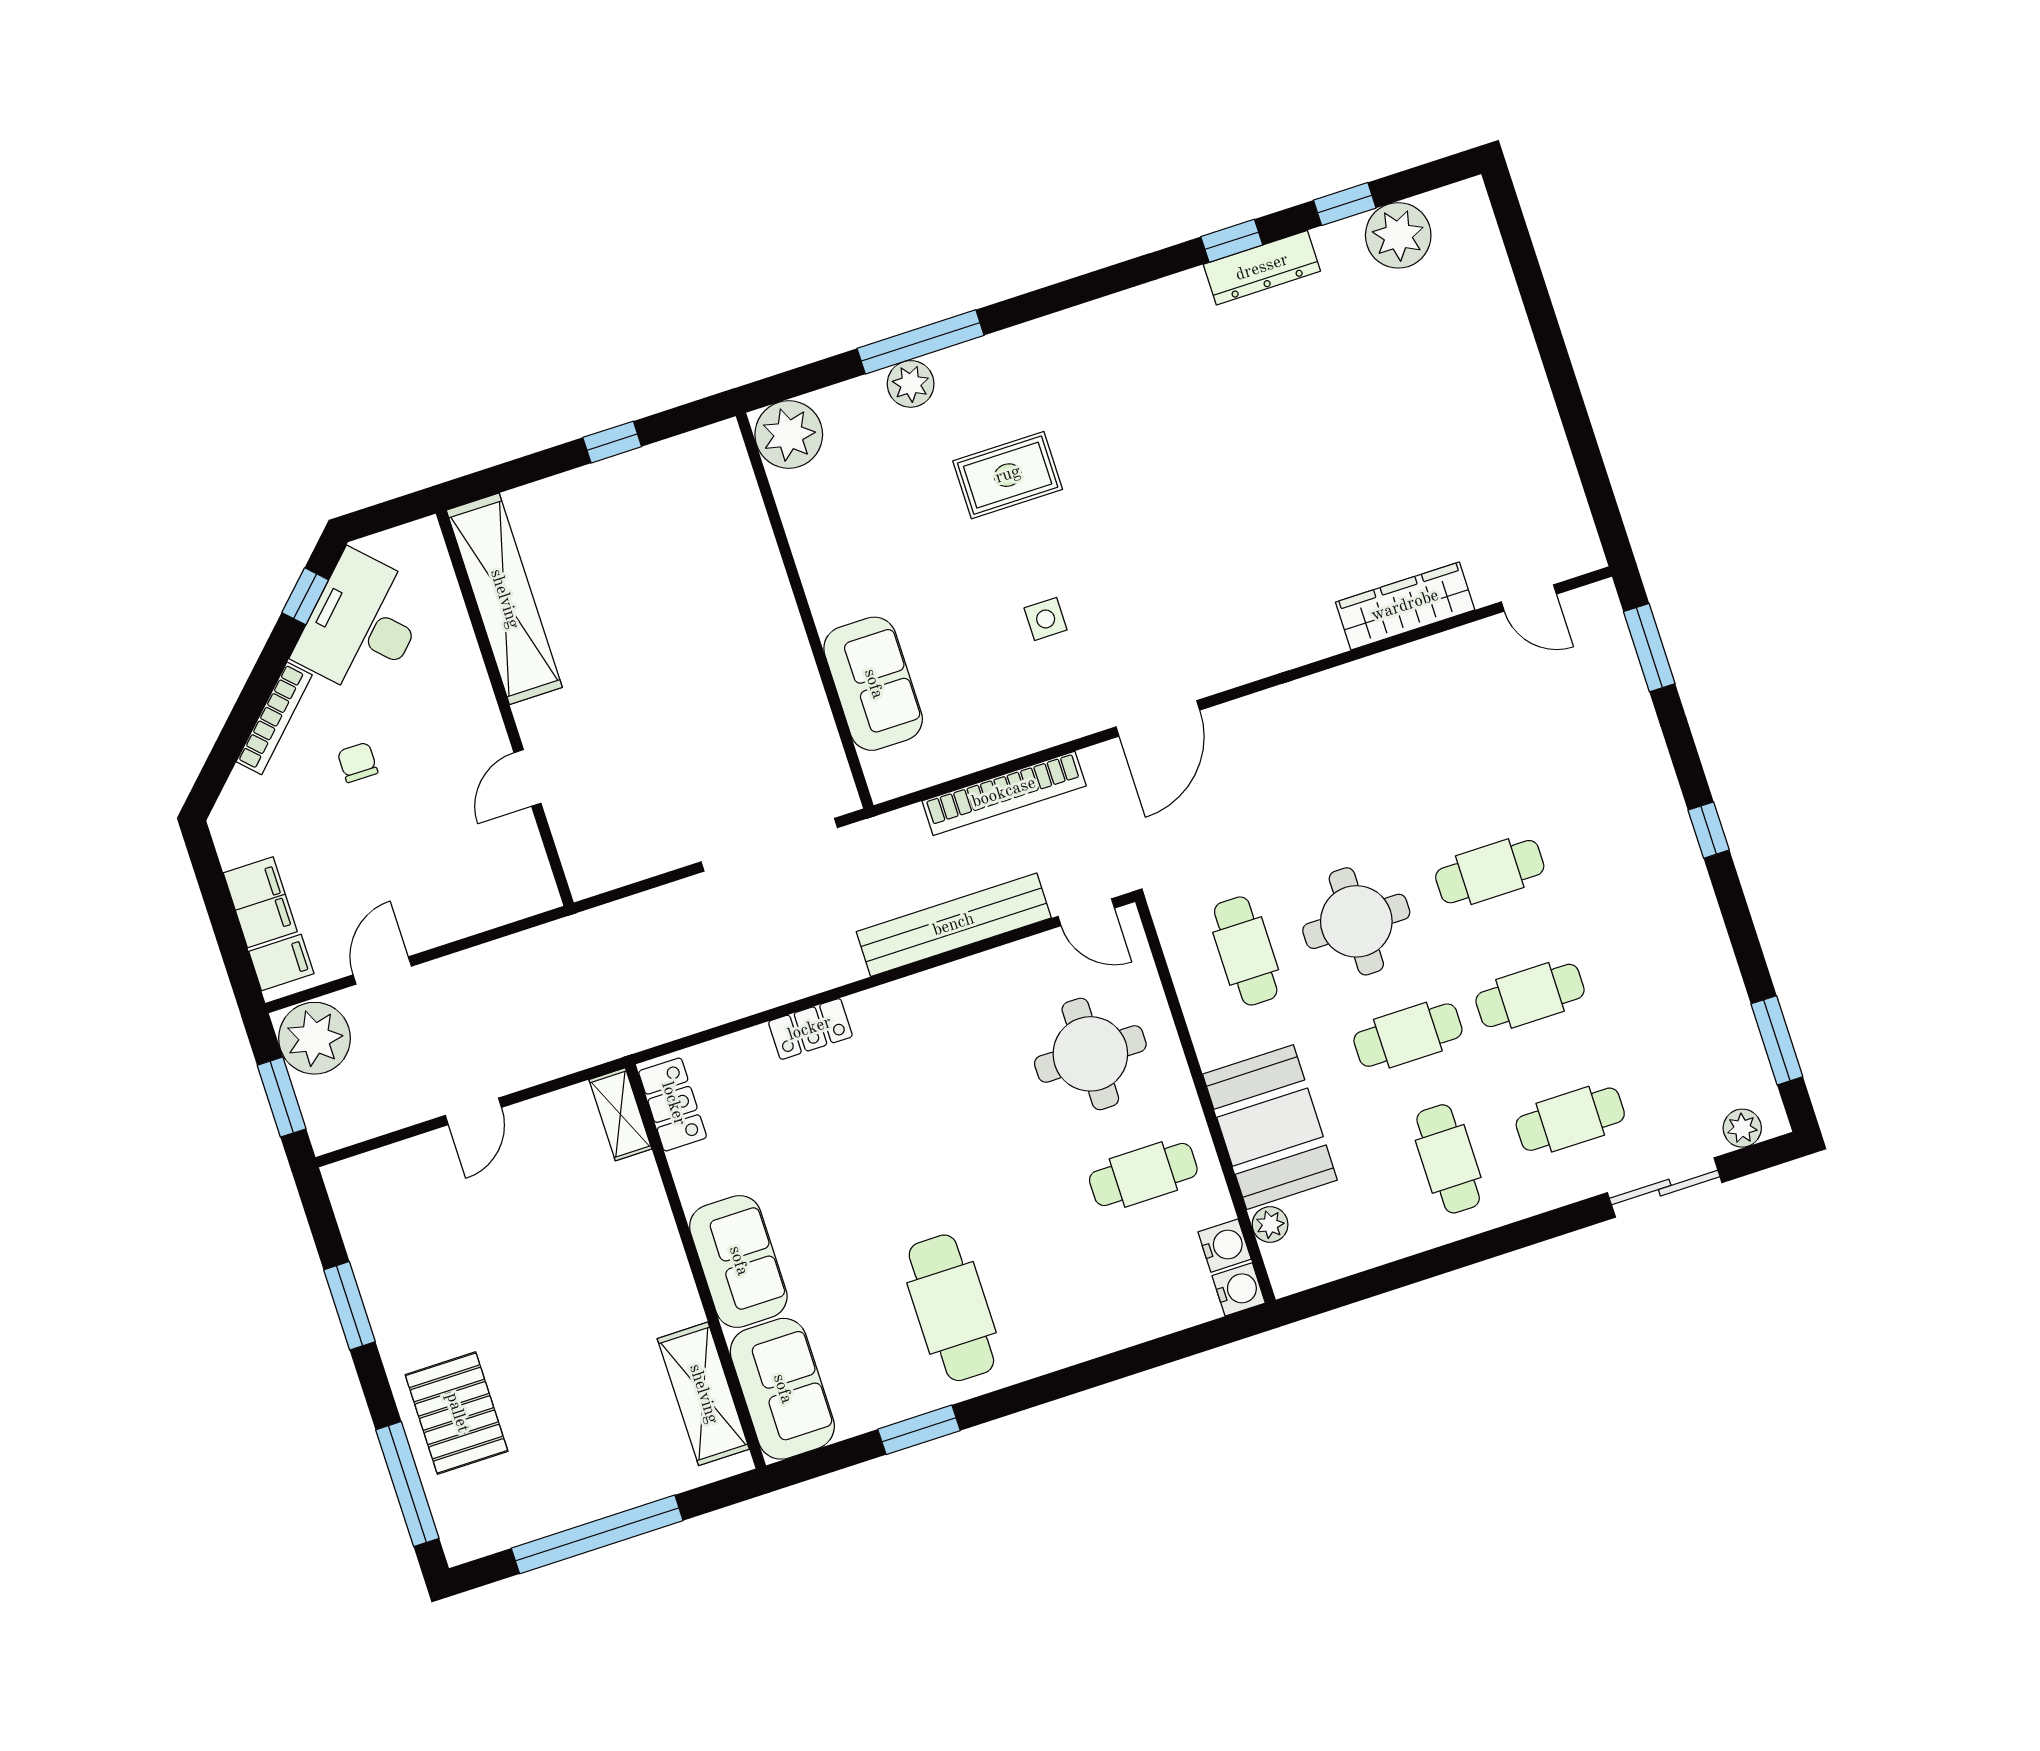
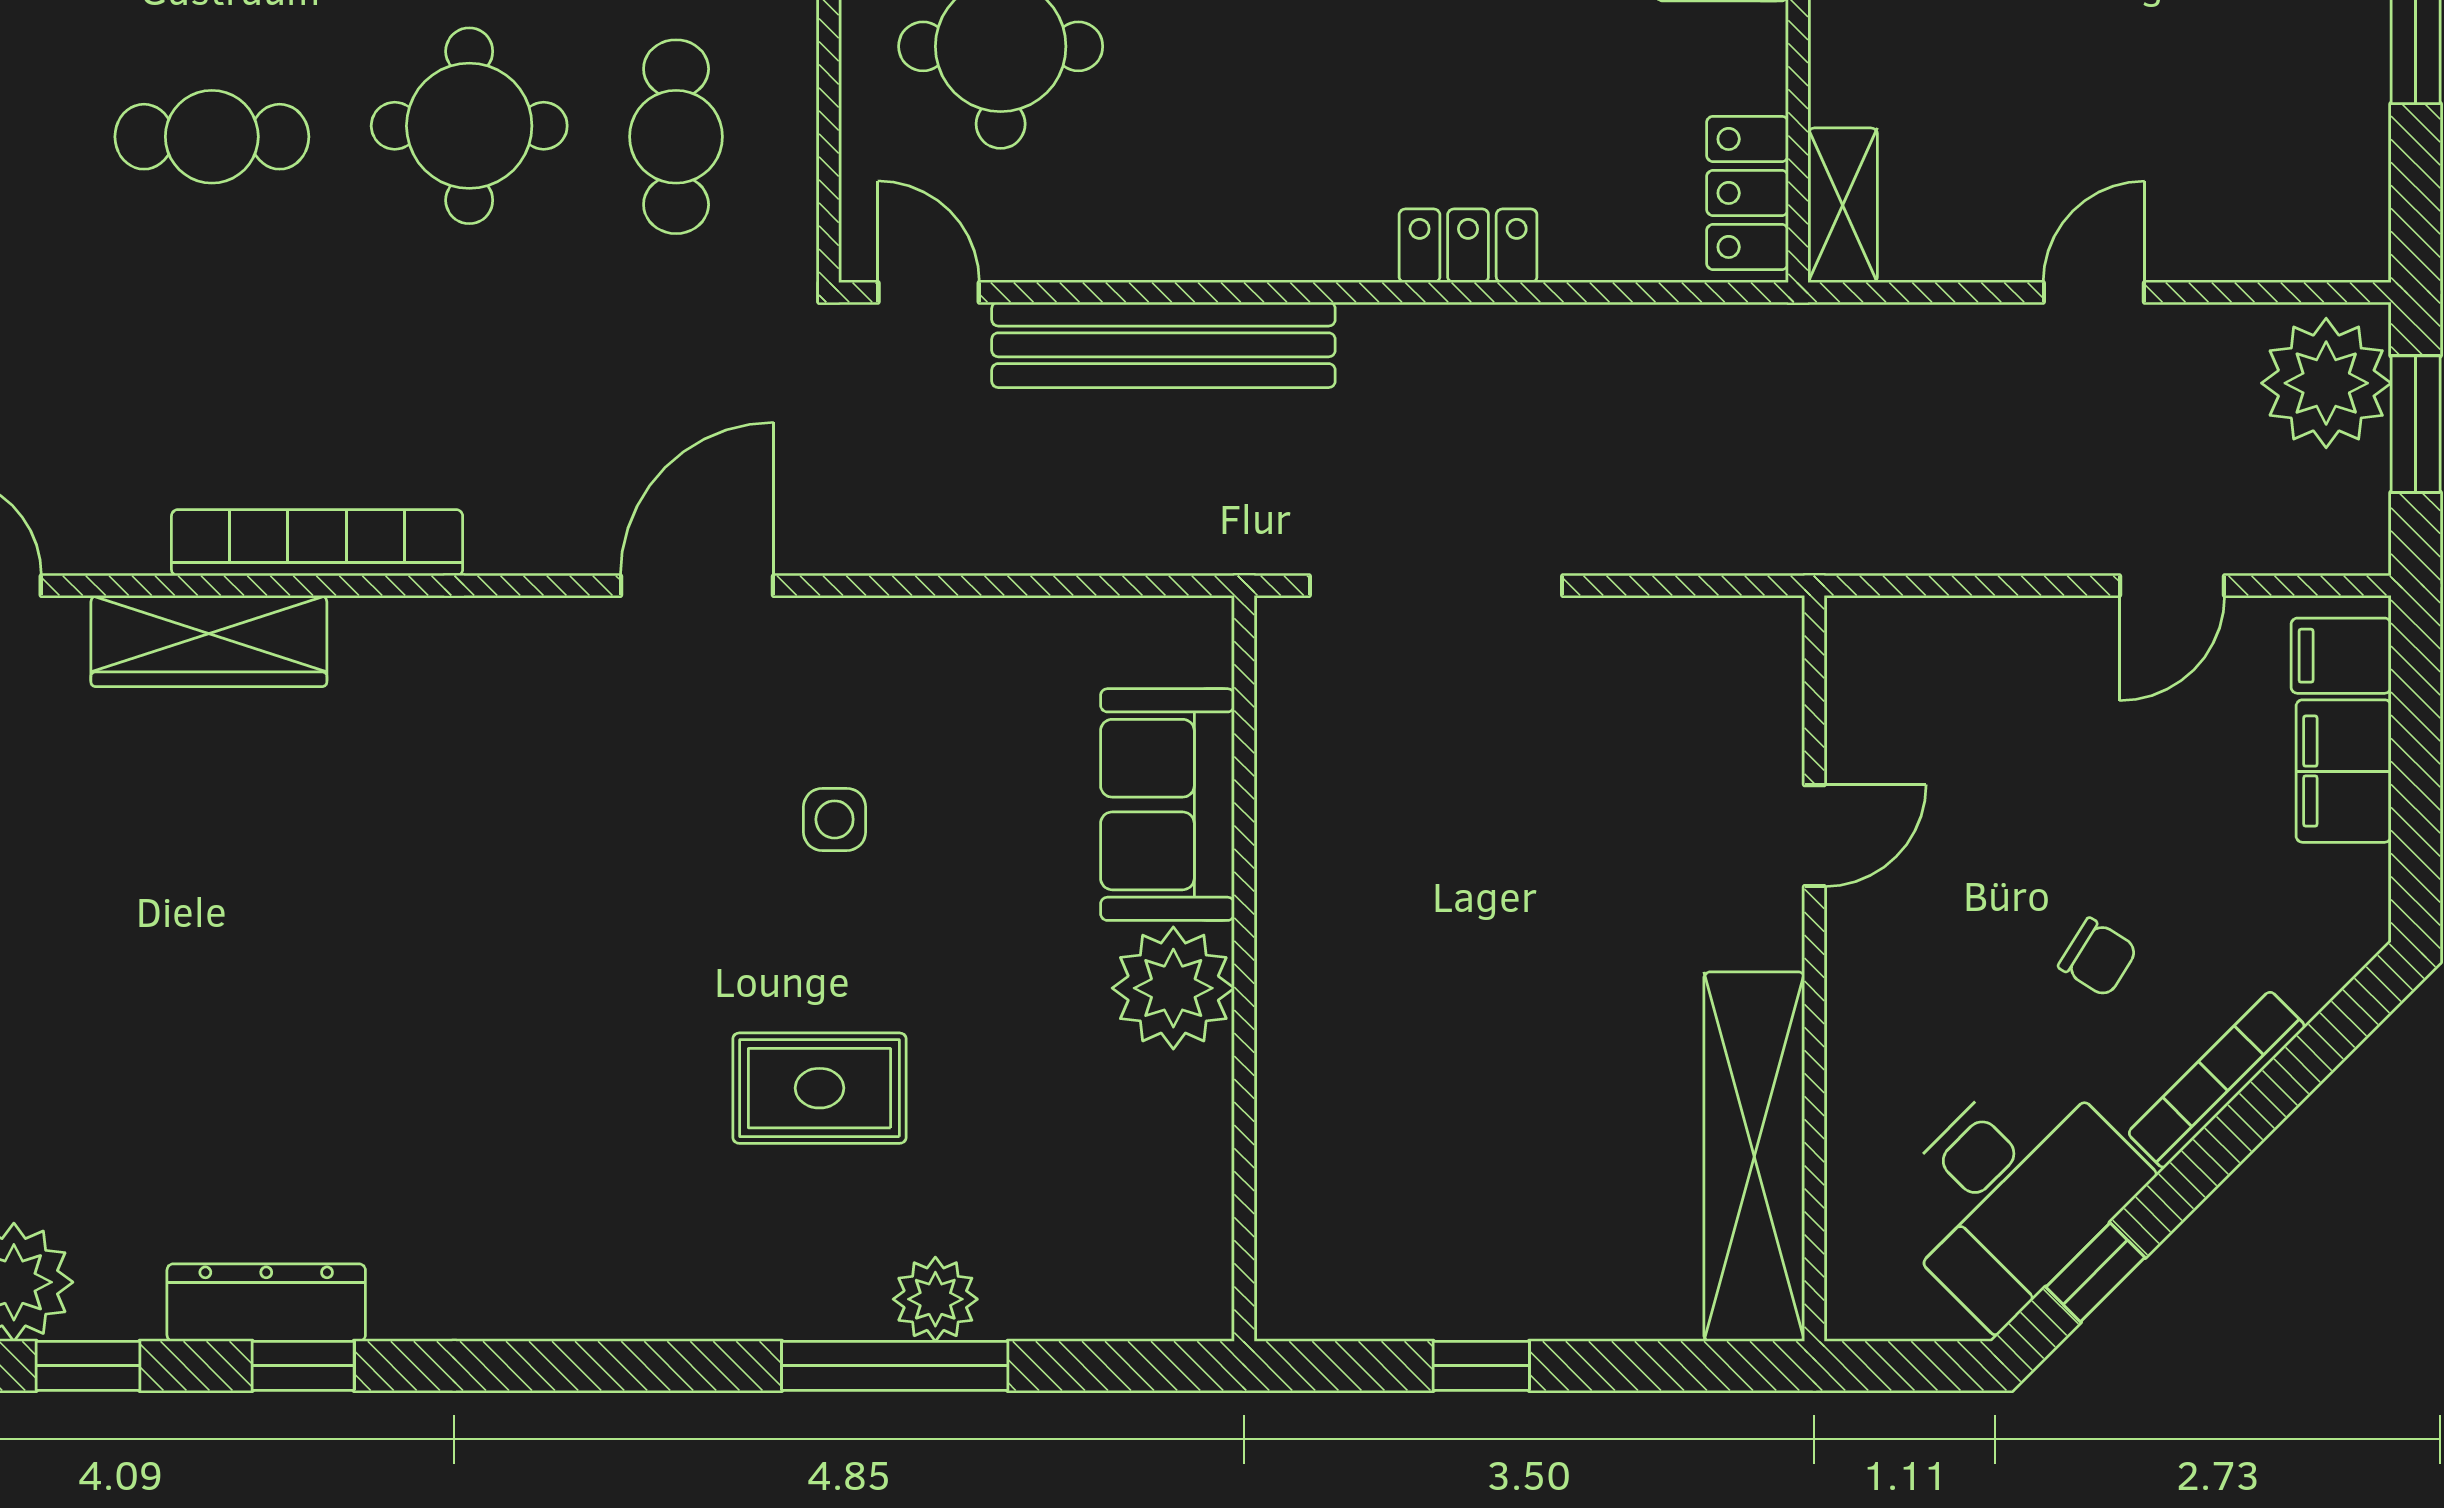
plant: (789, 435) -> (1173, 988), moved
chair: (358, 762) -> (2098, 957), turned -58
bookcase: (1004, 793) -> (317, 543), moved
plant: (314, 1038) -> (2326, 383), moved

